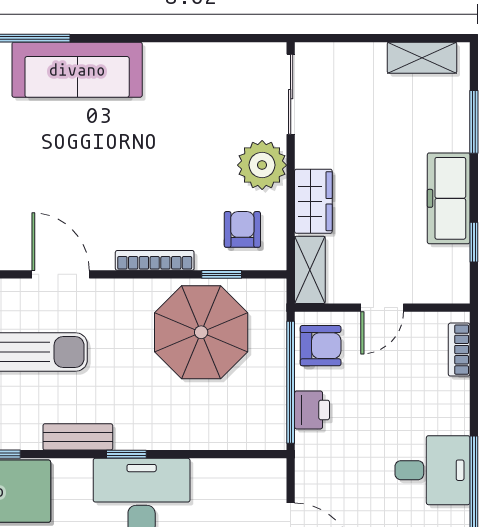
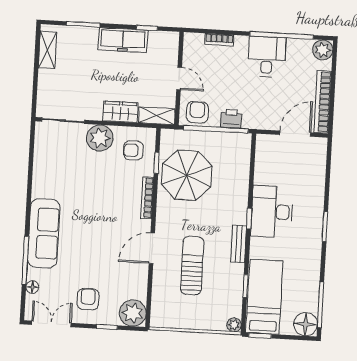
bookcase: (459, 350) -> (219, 40), moved

